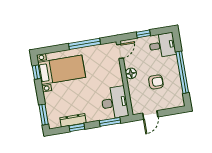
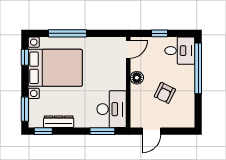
window: (84, 44) -> (67, 33), moved
bed with nightstands: (62, 70) -> (55, 68), width x1.36
window: (182, 72) -> (198, 68), moved
armchair: (156, 82) -> (165, 93), turned 116
window: (77, 127) -> (43, 131), moved

